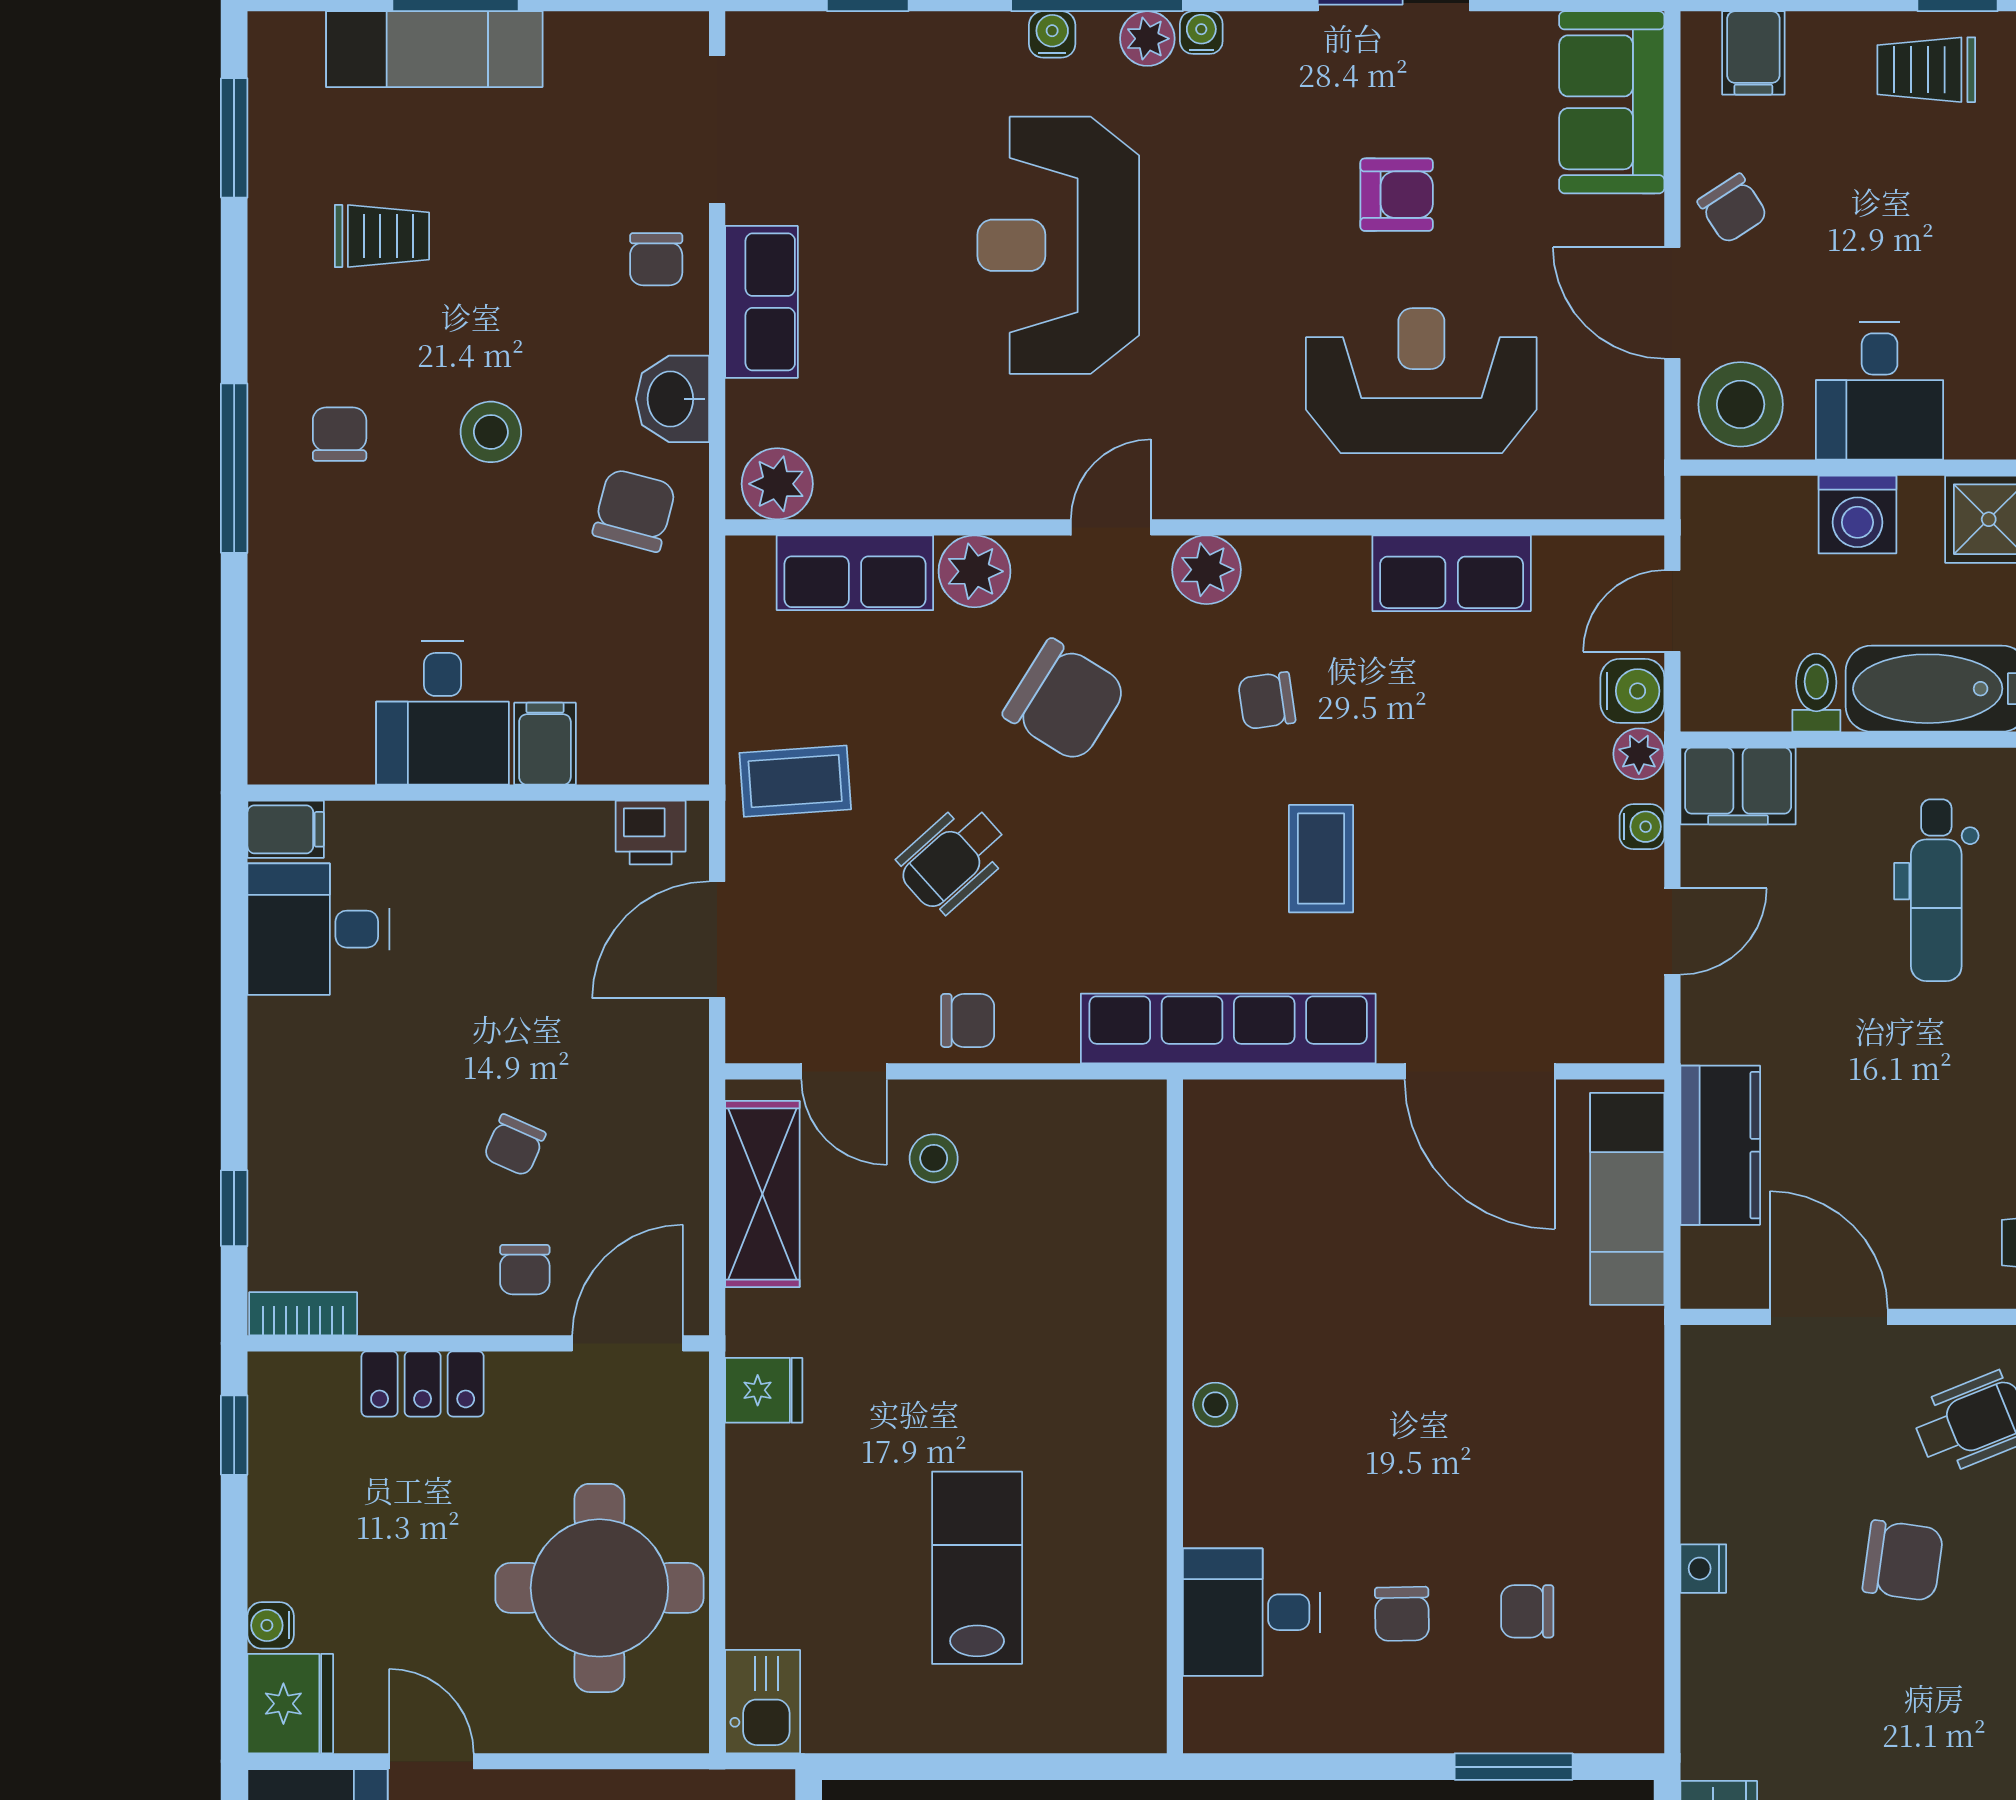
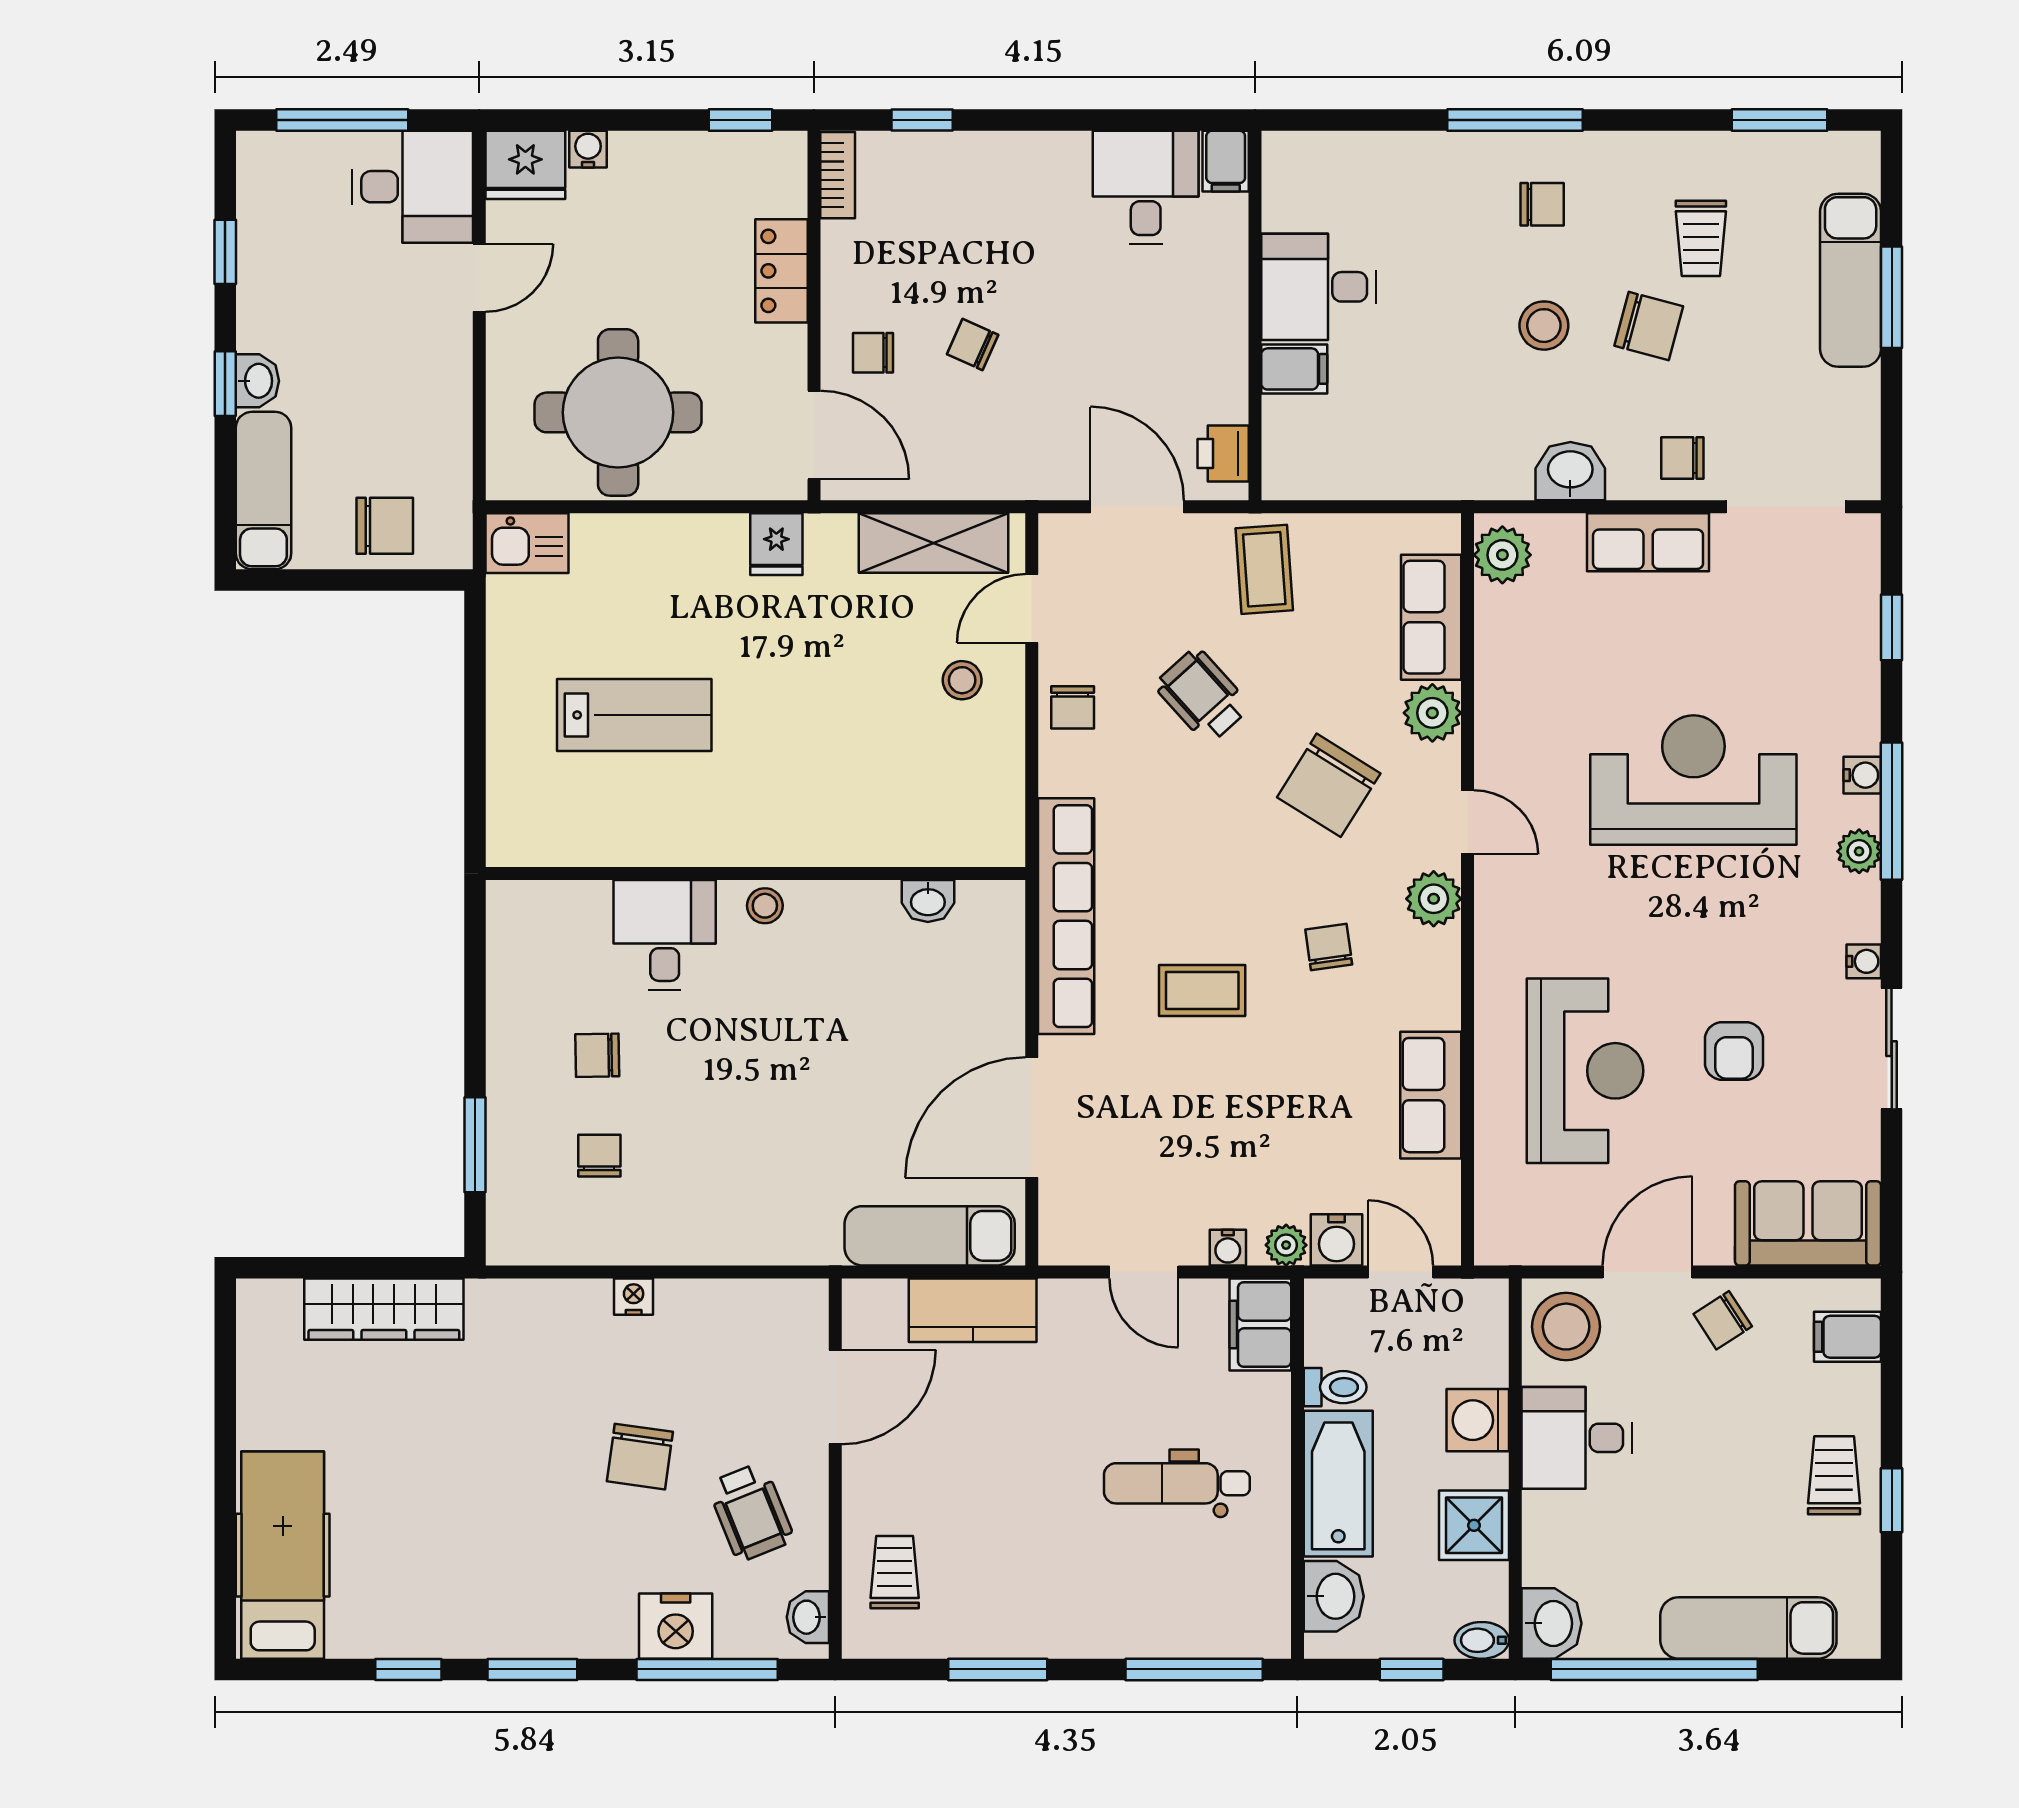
water cooler: (1201, 33) -> (1864, 961), moved
chair: (634, 510) -> (1649, 326), moved
washbasin: (1209, 1201) -> (928, 901), added
desk: (1252, 1612) -> (665, 935), moved

